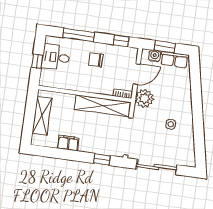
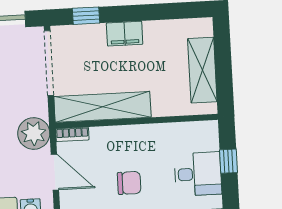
door: (137, 74) -> (55, 172), swing flipped
filing cabinet: (68, 143) -> (125, 34), moved

